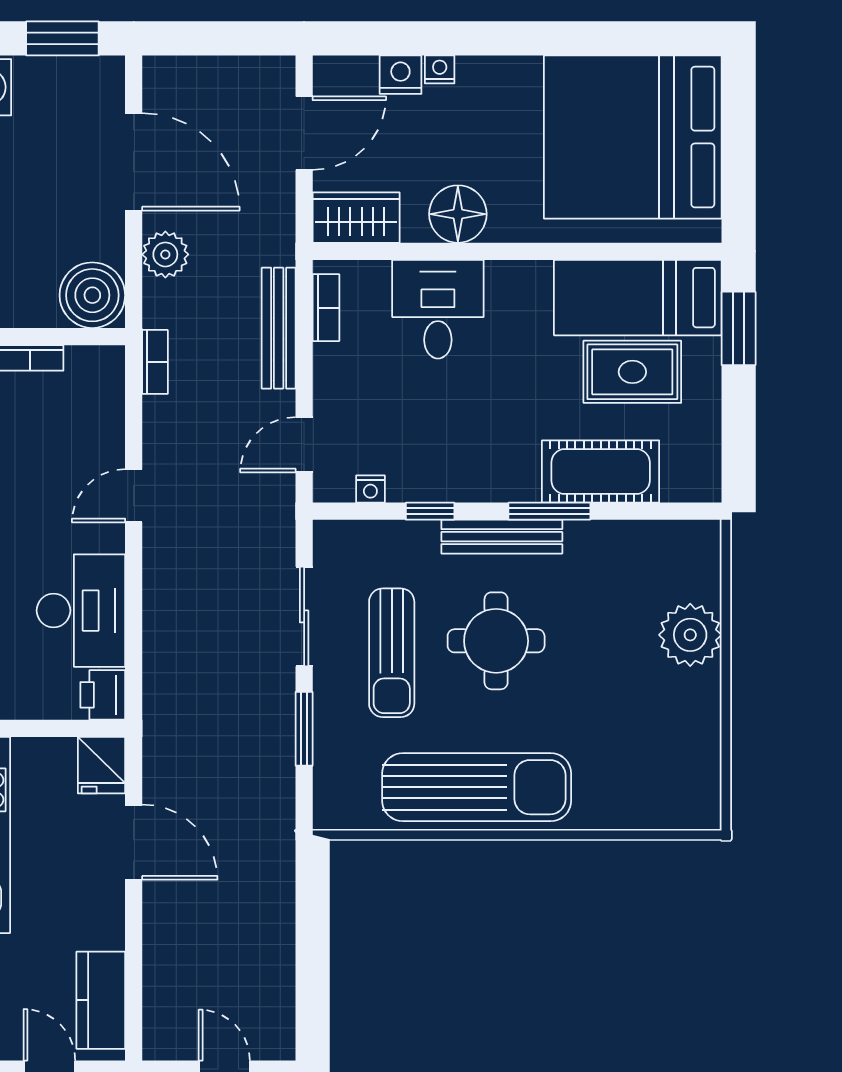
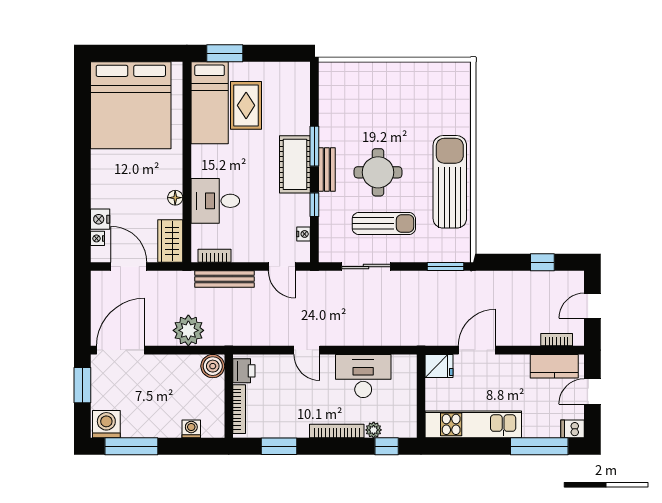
nightstand: (440, 69) -> (98, 238), moved
door: (134, 162) -> (121, 350), moved
floor lamp: (458, 214) -> (175, 198), width x0.53, depth x0.53
plant: (165, 254) -> (188, 330), width x1.36, depth x1.36
boiler: (92, 295) -> (213, 366), width x0.73, depth x0.73
bookcase: (155, 362) -> (557, 340), moved
cot: (601, 472) -> (295, 164), moved
bench: (502, 537) -> (327, 169), width x0.73
plant: (690, 635) -> (375, 77), removed
printer: (103, 695) -> (244, 371), moved, turned -90
window: (304, 729) -> (446, 267), moved
window: (313, 976) -> (542, 262), added

